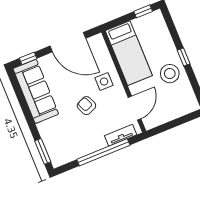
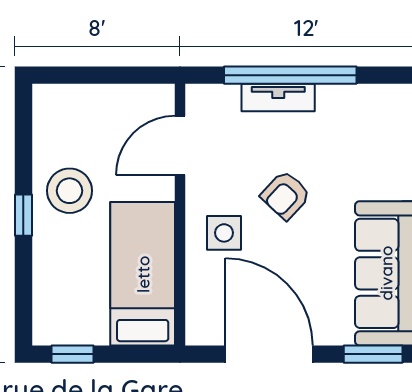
window: (28, 58) -> (373, 354), width x1.50
armchair: (86, 106) -> (286, 195), turned 66
tv unit: (121, 135) -> (278, 97), moved

